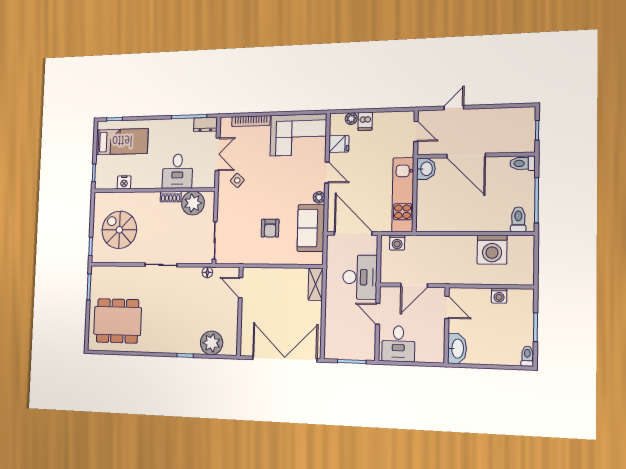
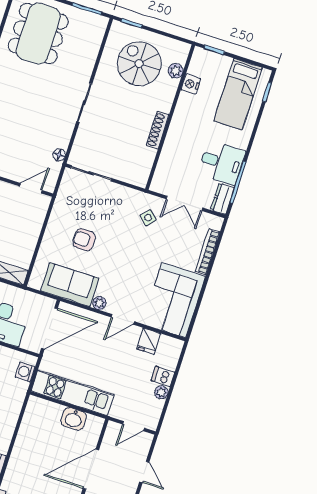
plant: (351, 119) -> (161, 392), moved
washbasin: (426, 169) -> (74, 419), moved
desk: (177, 171) -> (222, 163), moved, turned 180
shoe rack: (171, 197) -> (158, 130), width x1.43
plant: (193, 203) -> (176, 71), moved, width x0.53, depth x0.53
spiral stairs: (119, 230) -> (139, 64), turned -90

